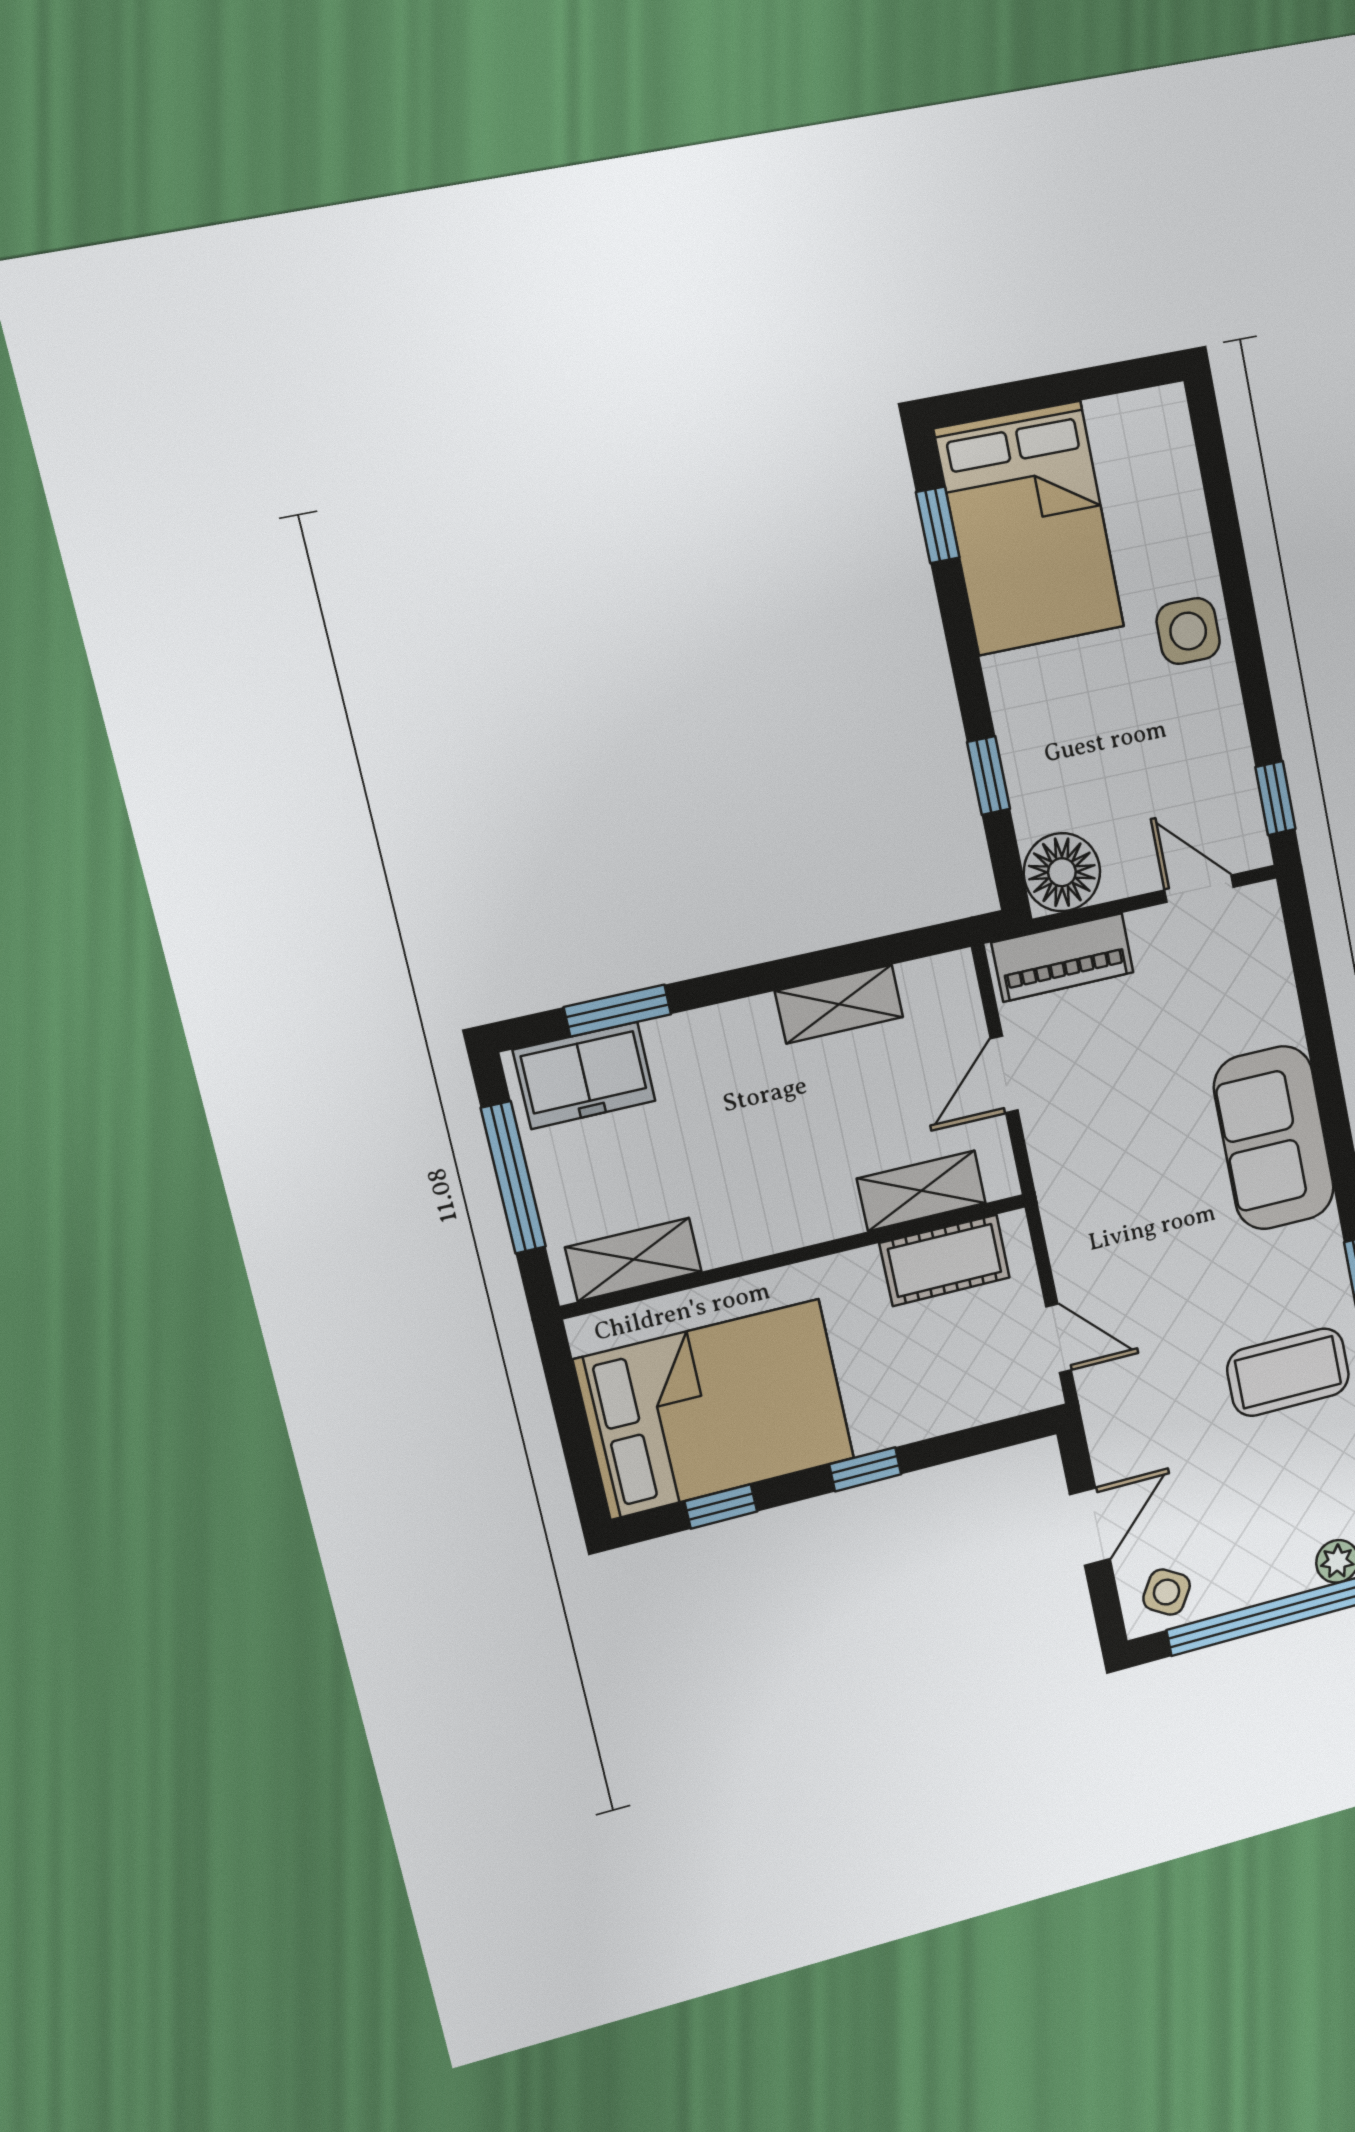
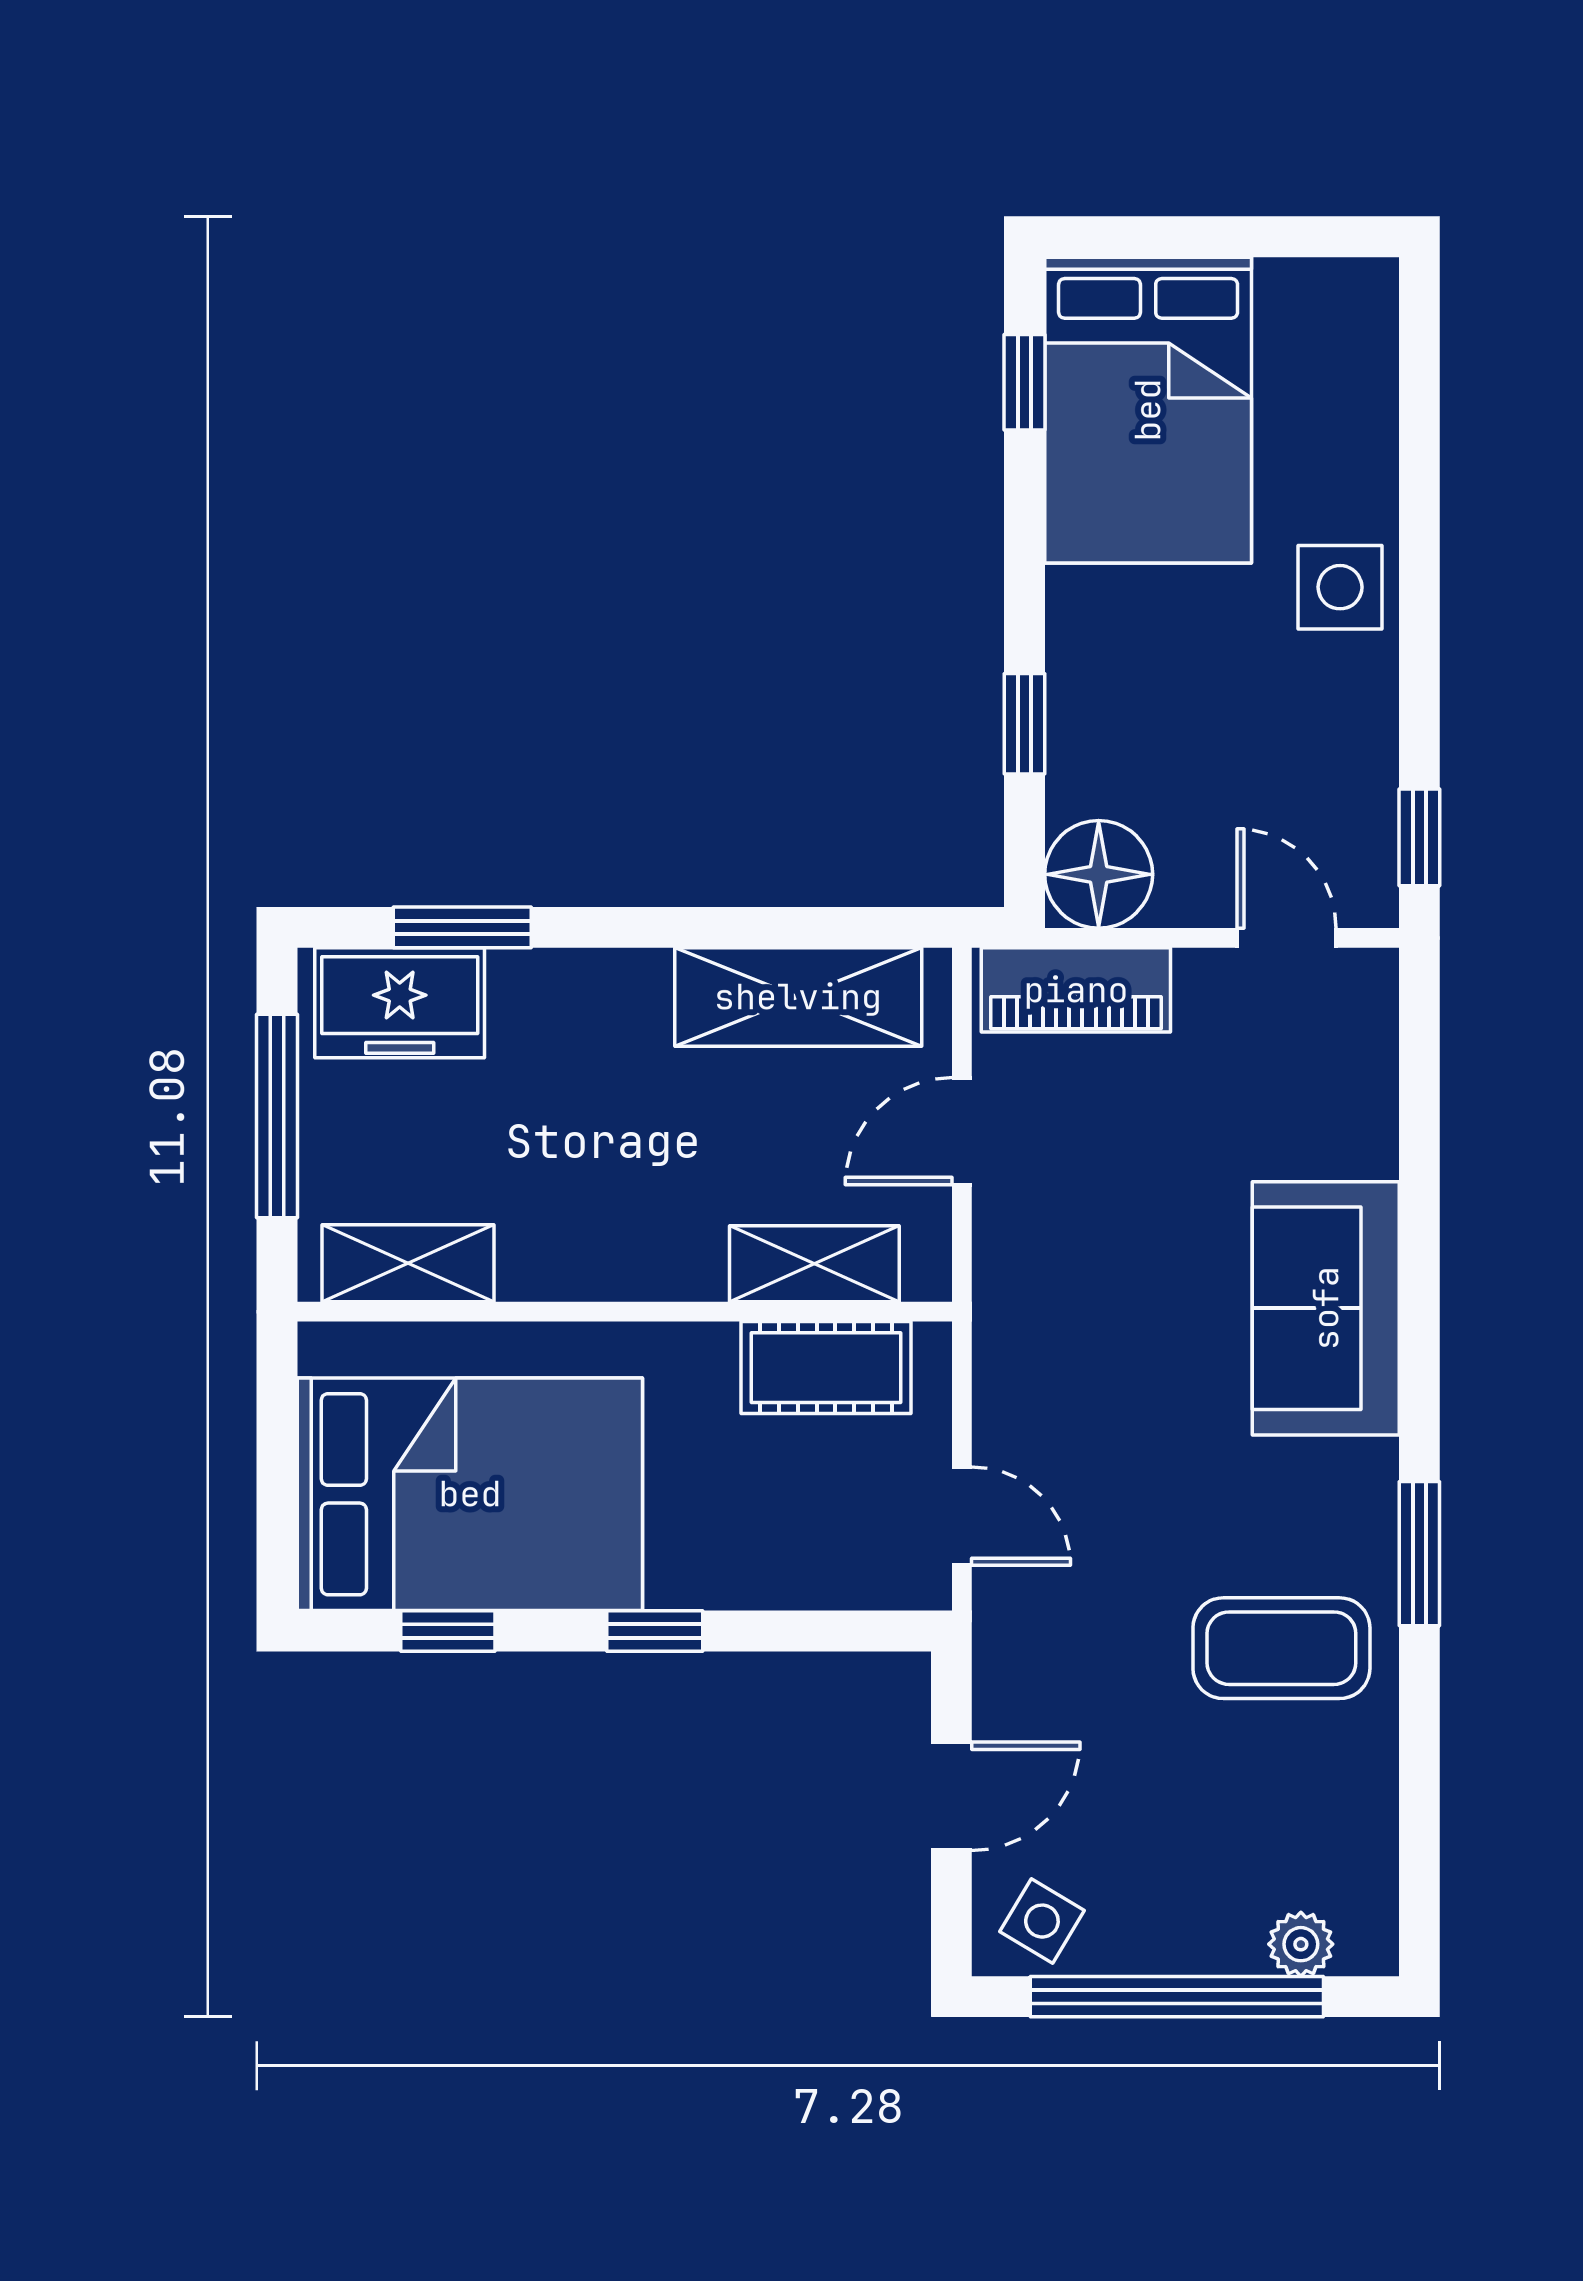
shelving: (839, 1004) -> (798, 997), width x1.50, depth x1.33

